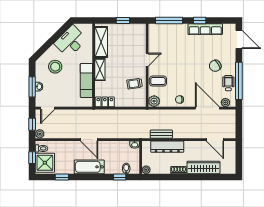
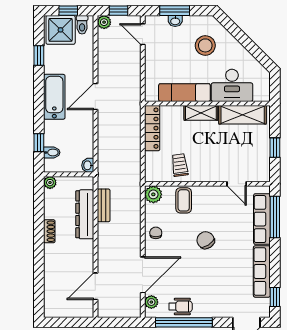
window: (200, 20) -> (275, 297), moved
row of seats: (170, 29) -> (262, 219), added
desk: (71, 41) -> (232, 85), moved, turned 135
door: (147, 60) -> (237, 184), moved
chair: (215, 66) -> (206, 240), moved
locker: (105, 102) -> (152, 128), width x1.53
wardrobe: (203, 168) -> (53, 269), removed

